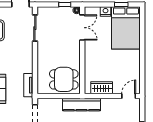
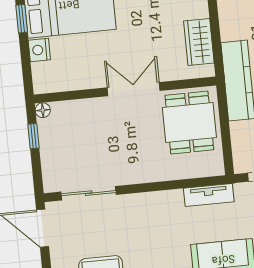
double door: (82, 28) -> (134, 89), moved

